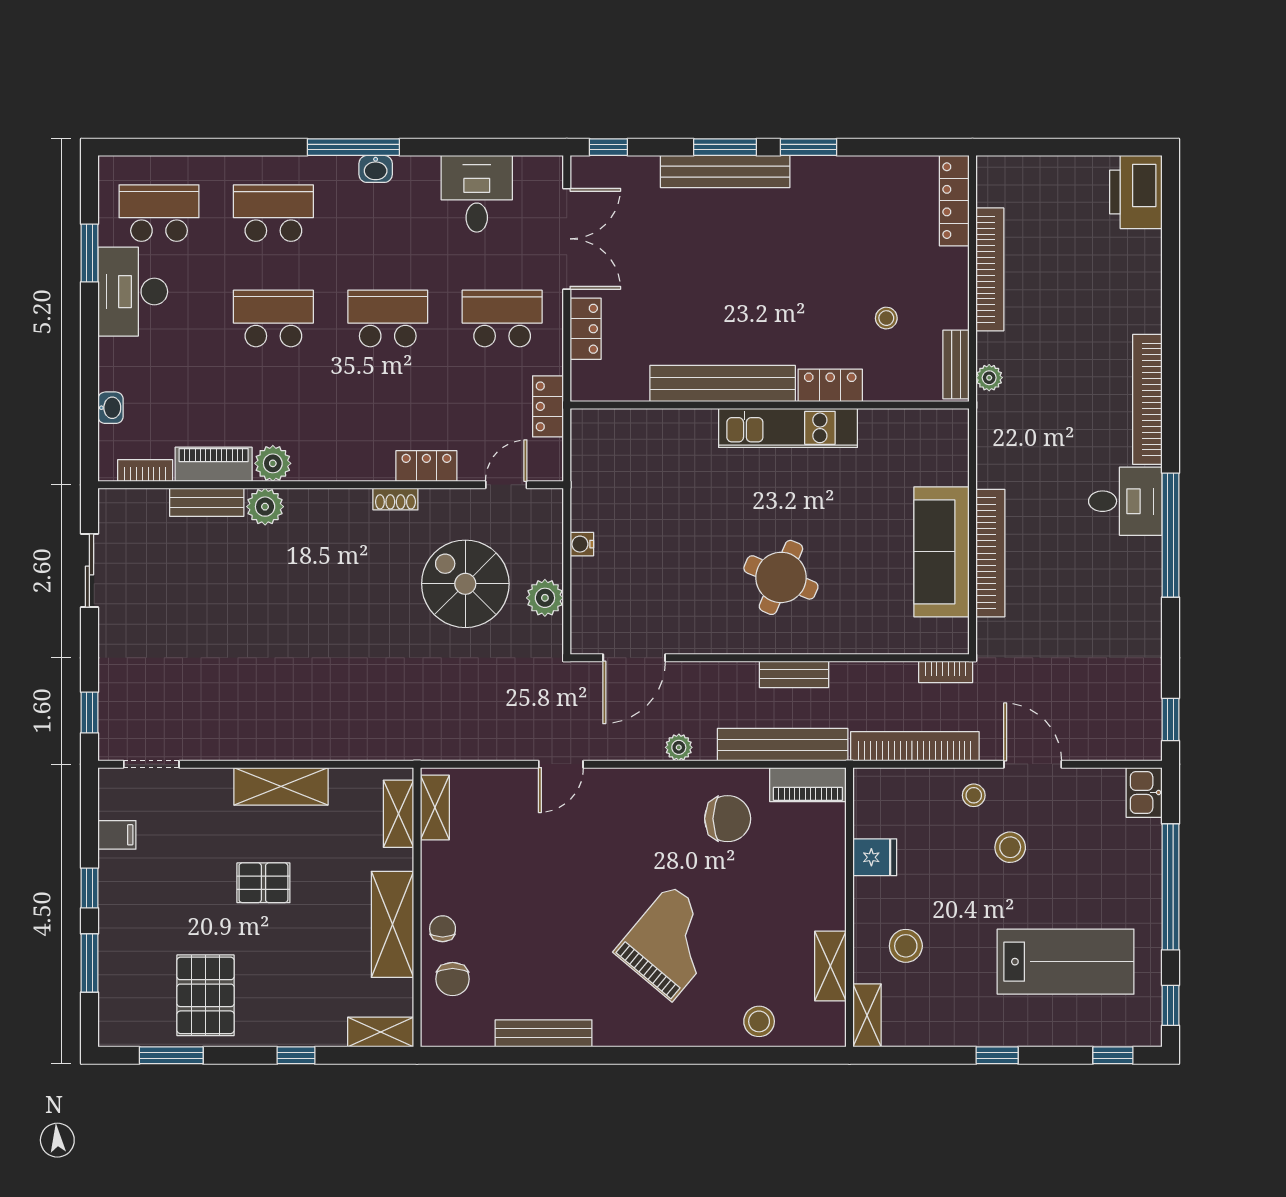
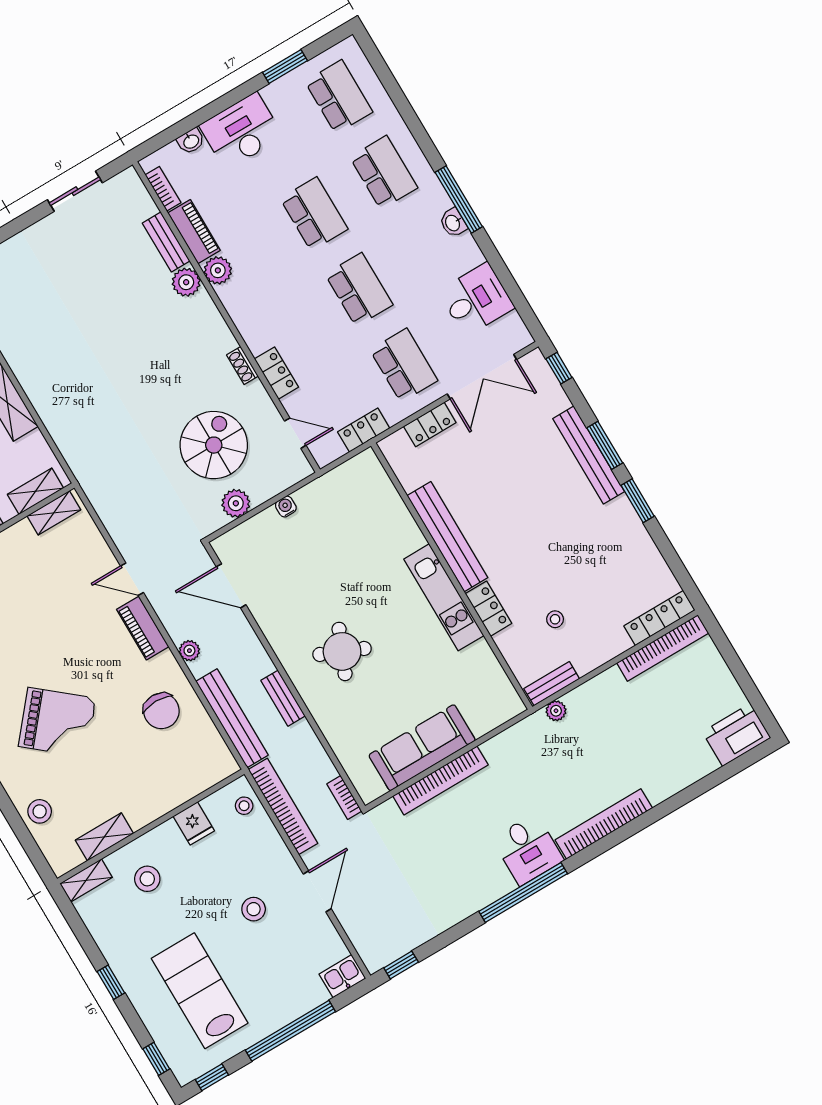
bookcase: (990, 269) -> (663, 648), moved
desk: (133, 292) -> (241, 131), moved
piano: (808, 785) -> (143, 628), moved
stool: (974, 795) -> (244, 806), moved
lab bench: (1066, 962) -> (200, 991), turned 180

